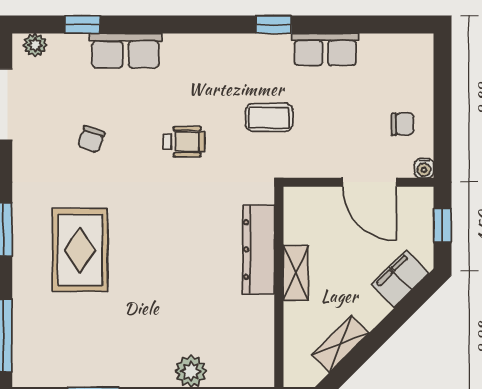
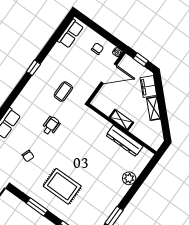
row of seats: (325, 49) -> (71, 34), moved
dresser: (259, 250) -> (124, 141), moved
shelving: (340, 344) -> (154, 109), moved

